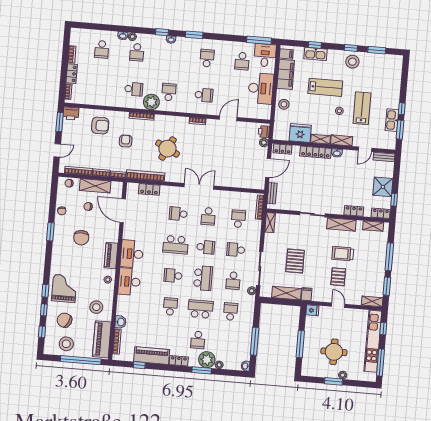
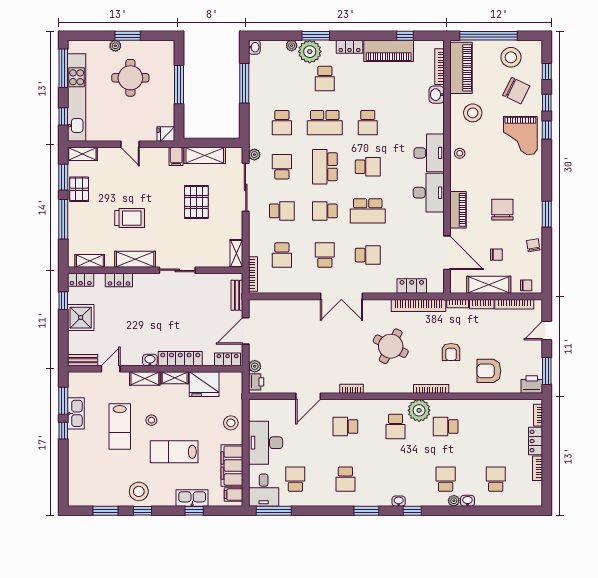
school desk: (176, 245) -> (368, 211), turned 180
piano: (111, 255) -> (458, 210), moved
pallet: (338, 277) -> (79, 189), moved
school desk: (198, 340) -> (325, 79), turned 180

